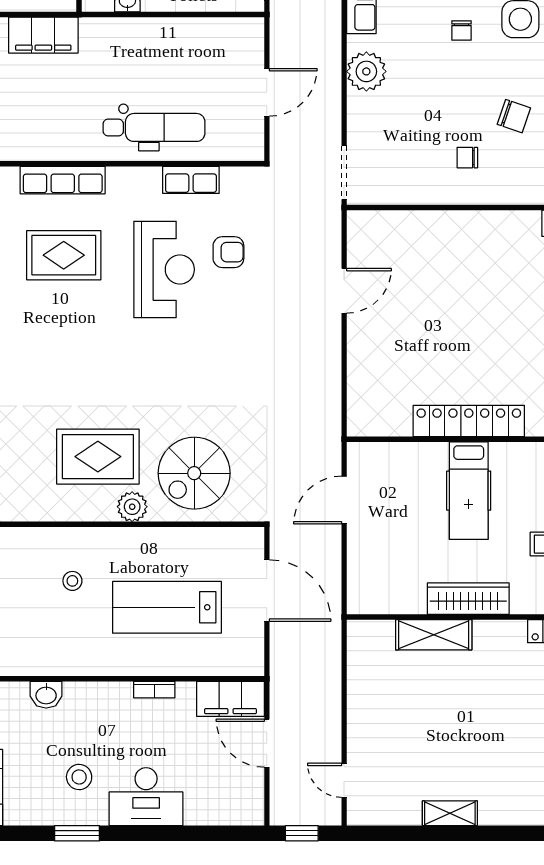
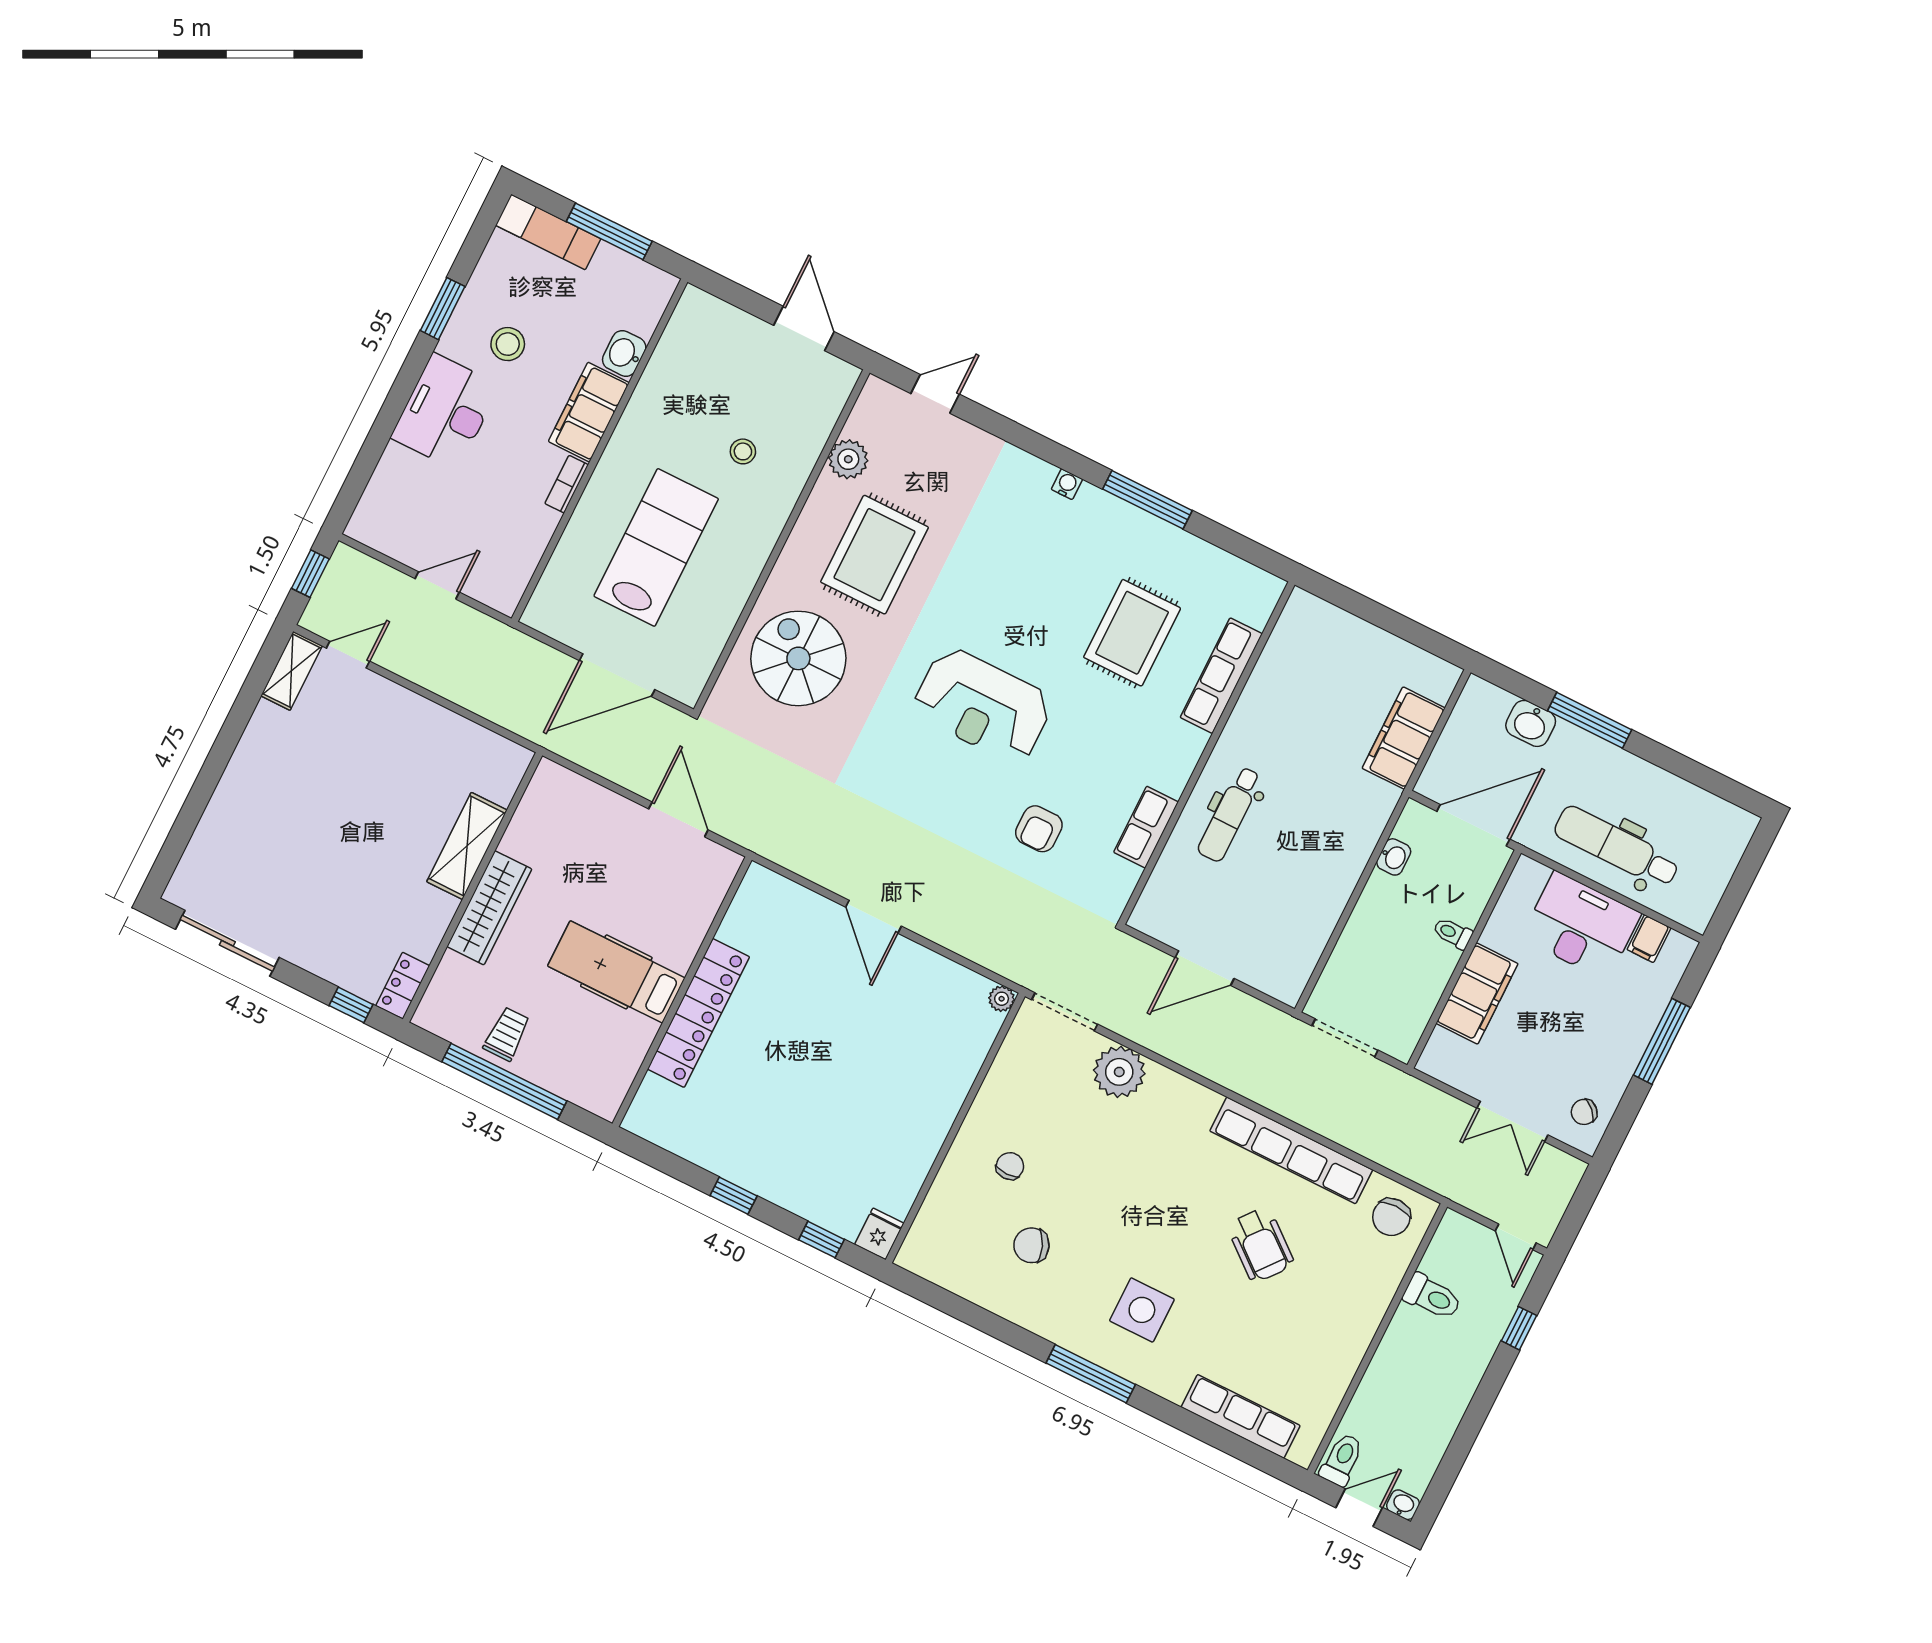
chair: (461, 31) -> (1163, 1234), removed
plant: (366, 71) -> (1119, 1072), moved
door: (267, 92) -> (1205, 968), hinge flipped
chair: (514, 116) -> (1031, 1245), turned 49
dental chair: (154, 127) -> (1230, 814), width x0.73, depth x0.72
plant: (356, 220) -> (1002, 999), added
reception desk: (164, 269) -> (983, 705), moved
door: (344, 291) -> (873, 917), moved
plant: (132, 507) -> (848, 459), moved
filing cabinet: (230, 699) -> (589, 412), moved
door: (267, 743) -> (437, 585), width x0.73
shelving: (450, 813) -> (292, 671), moved

